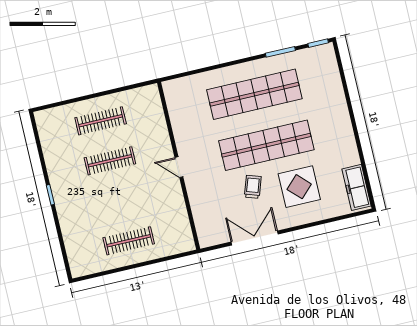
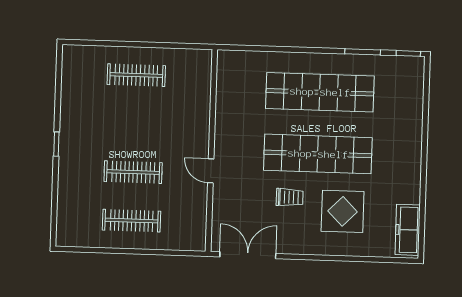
clothes rail: (110, 161) -> (133, 172), moved
door: (179, 167) -> (211, 171), moved
trolley: (253, 187) -> (290, 197), turned 71
double door: (255, 238) -> (248, 255), moved

